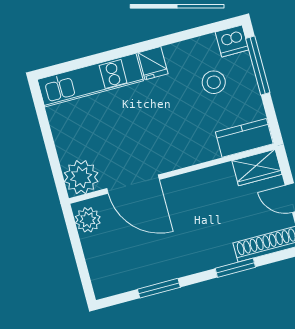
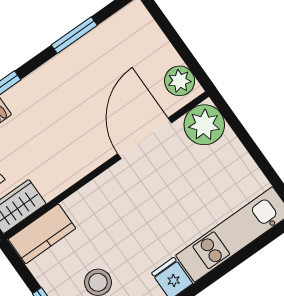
door: (133, 184) -> (145, 138), hinge flipped

